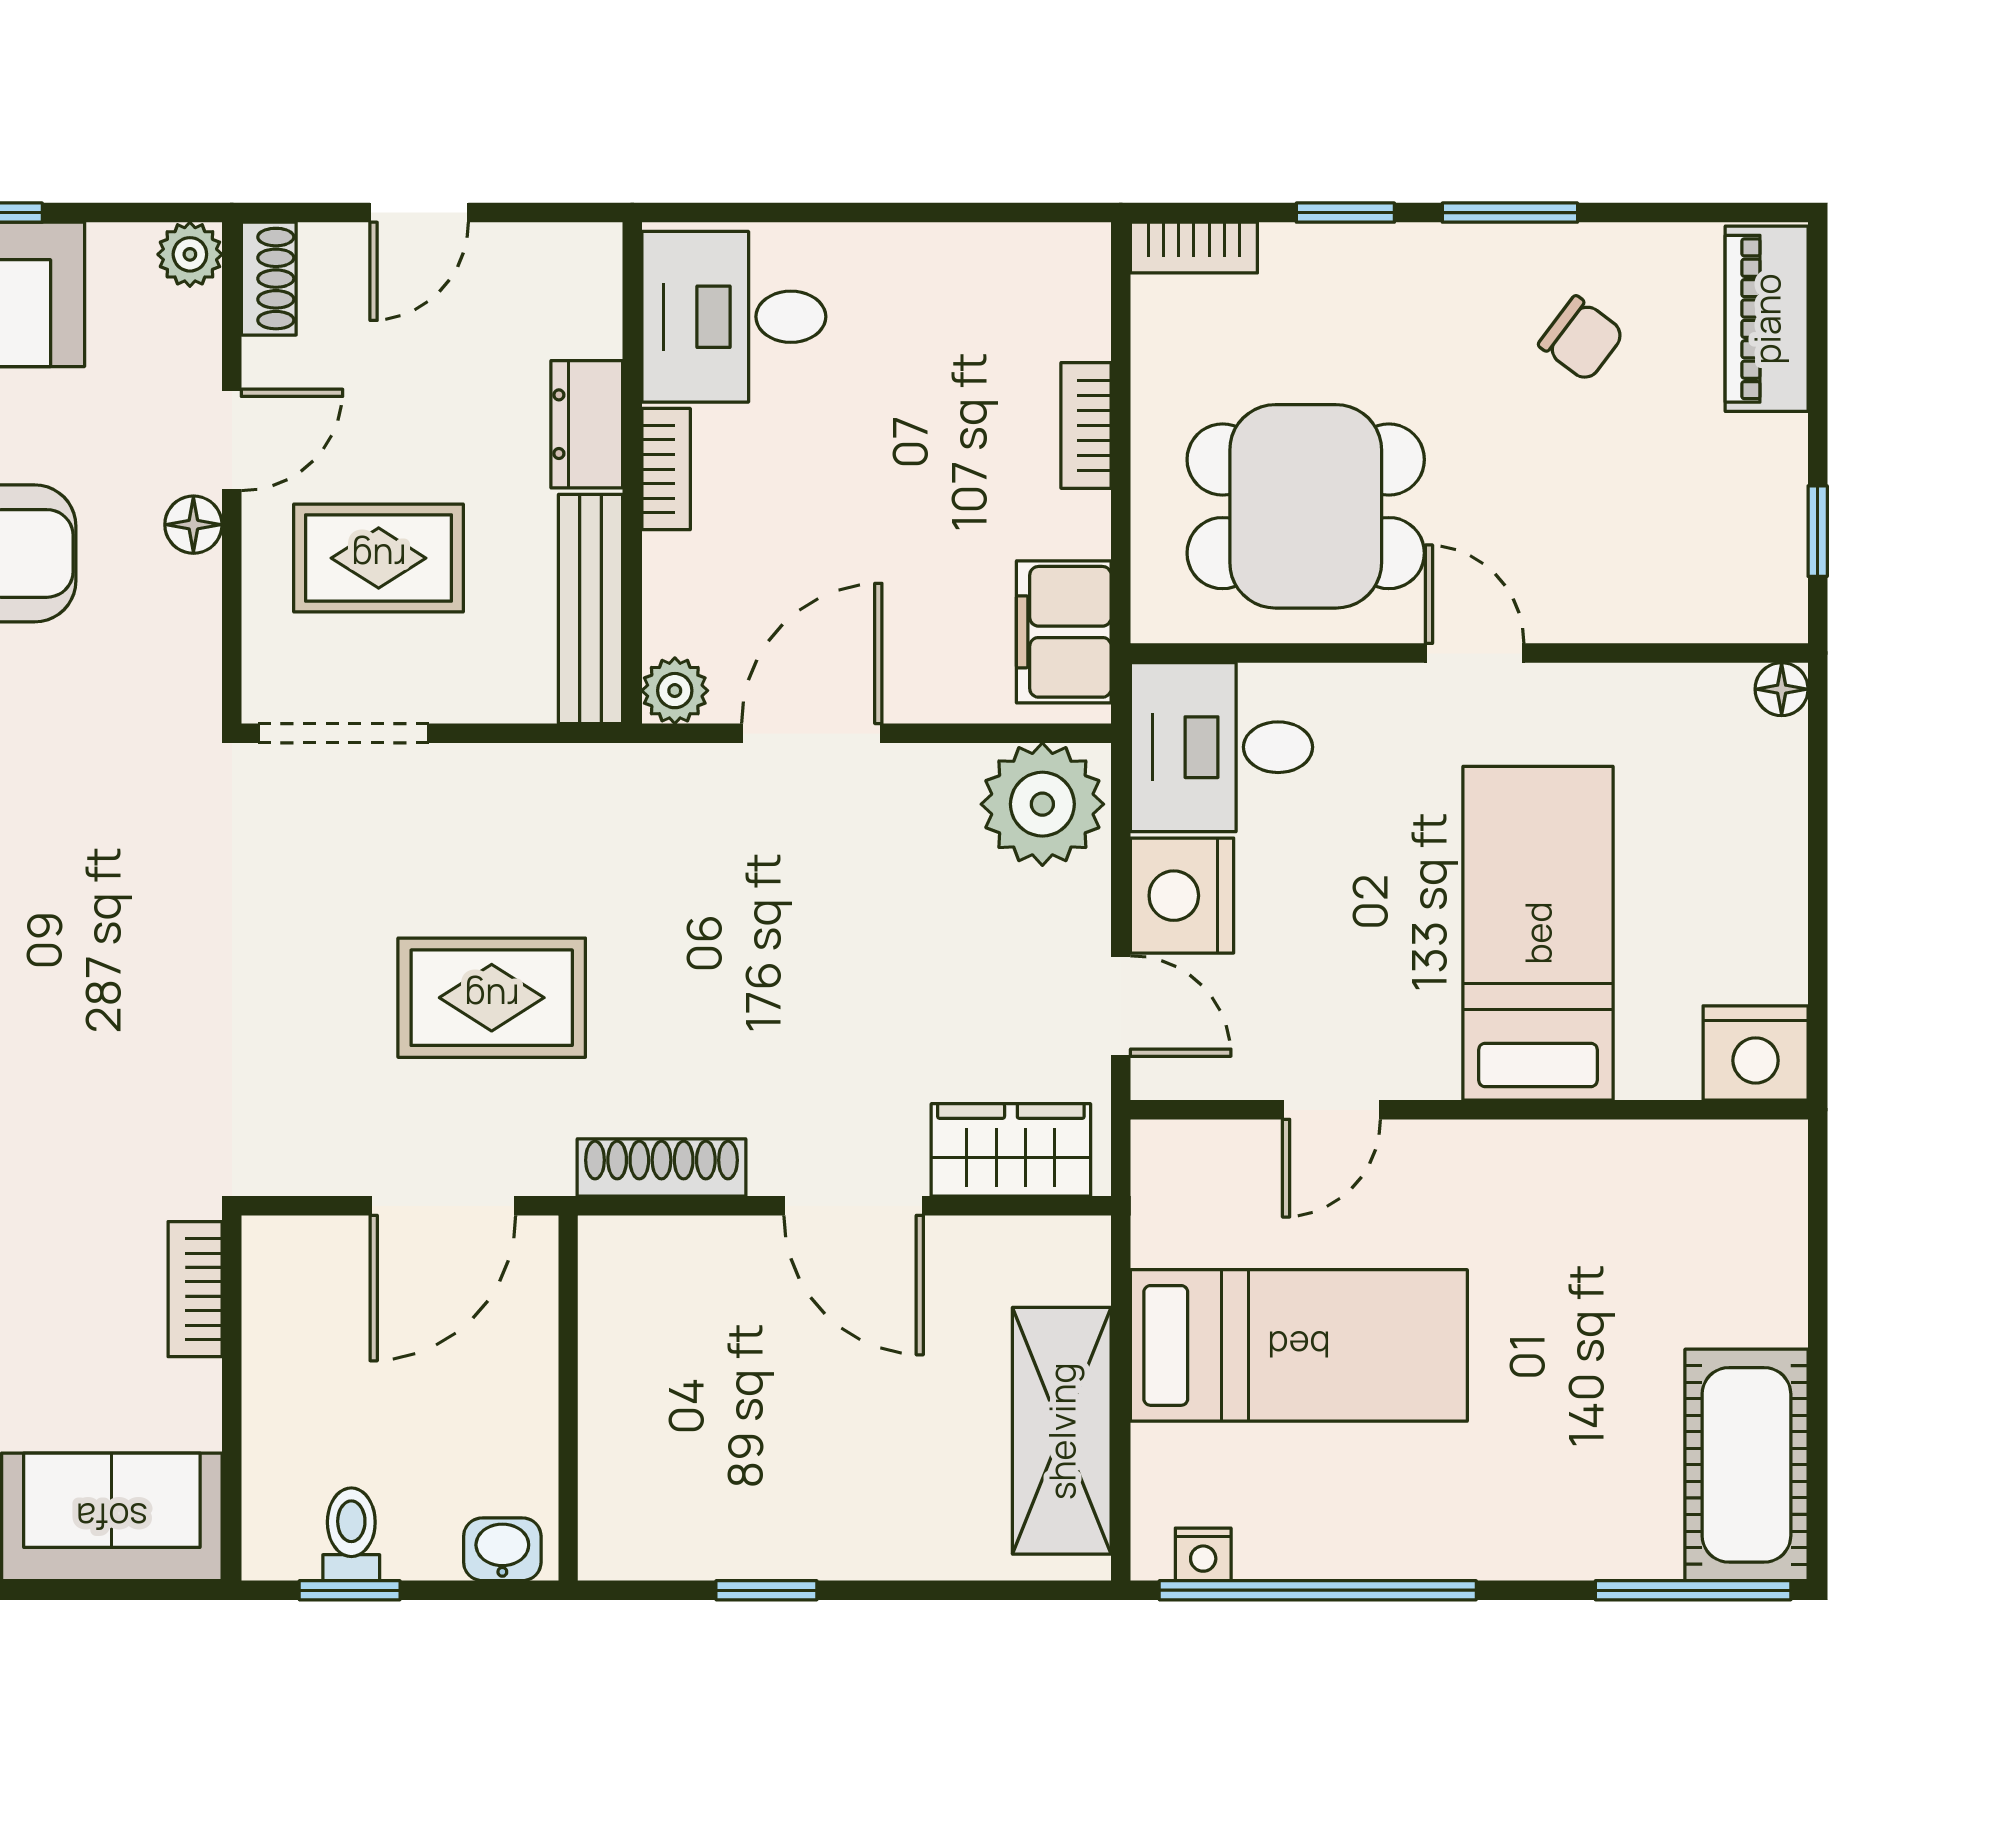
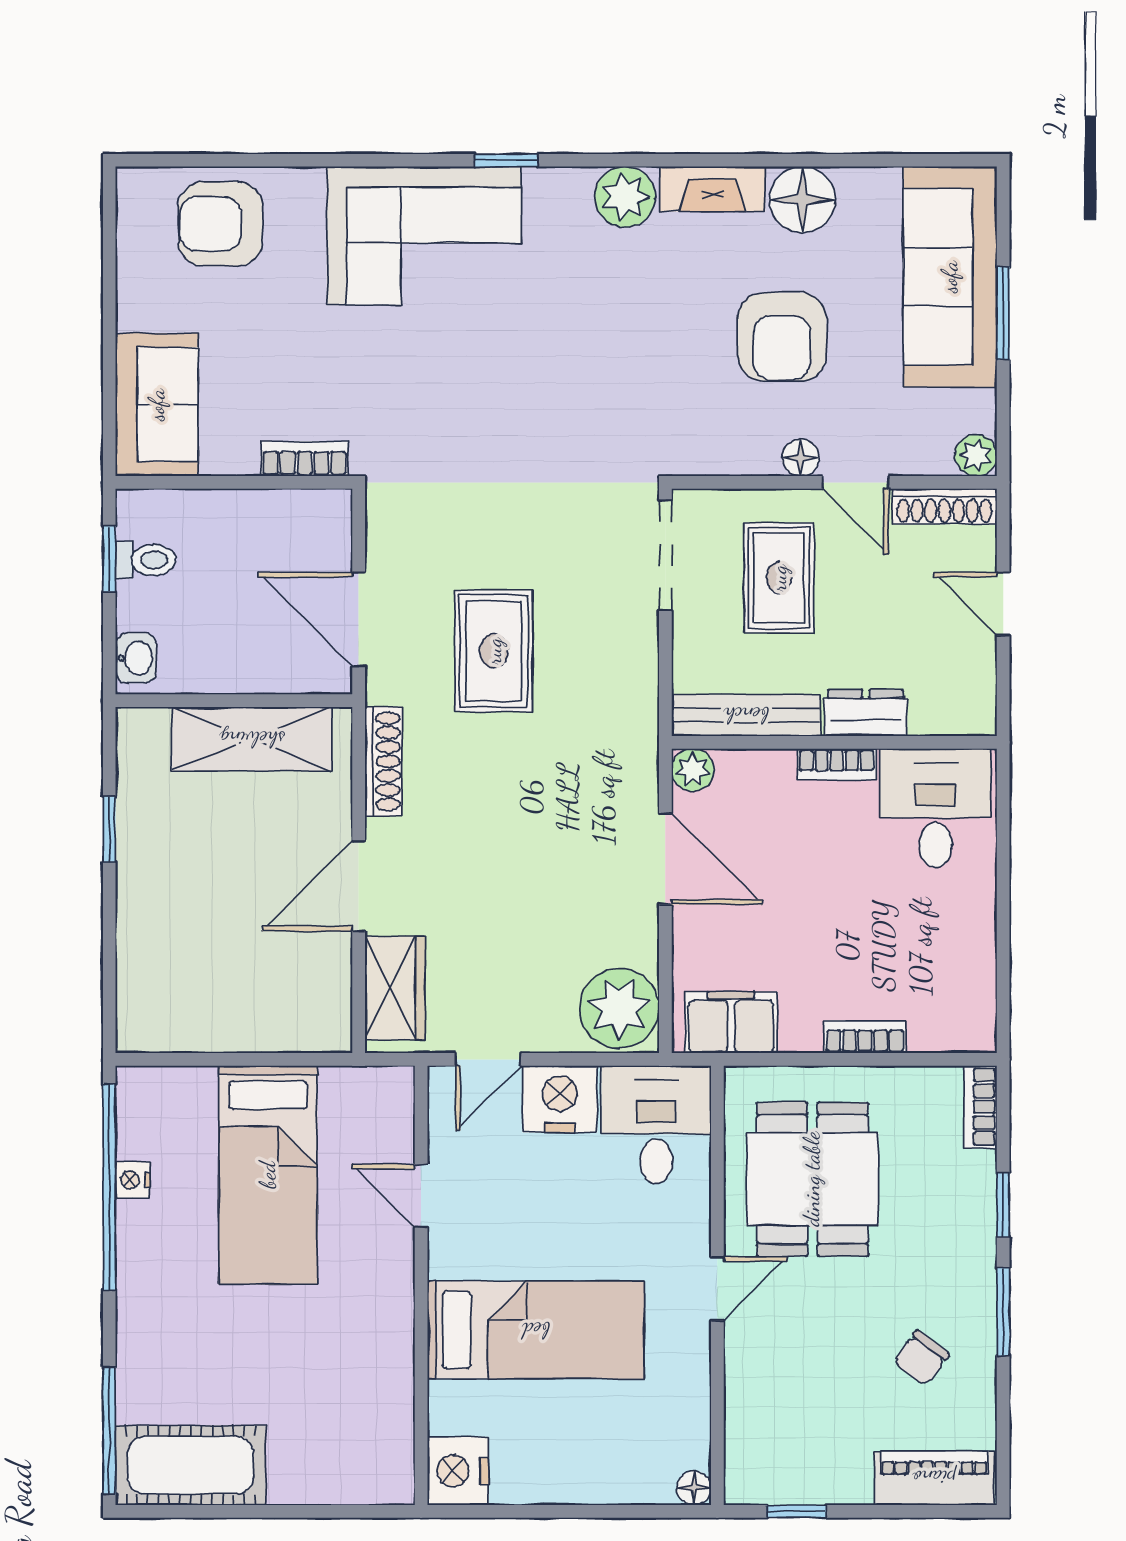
shoe rack: (269, 279) -> (945, 506), width x1.43
shelving: (1062, 1431) -> (252, 739), moved
nightstand: (1203, 1554) -> (133, 1180), moved

